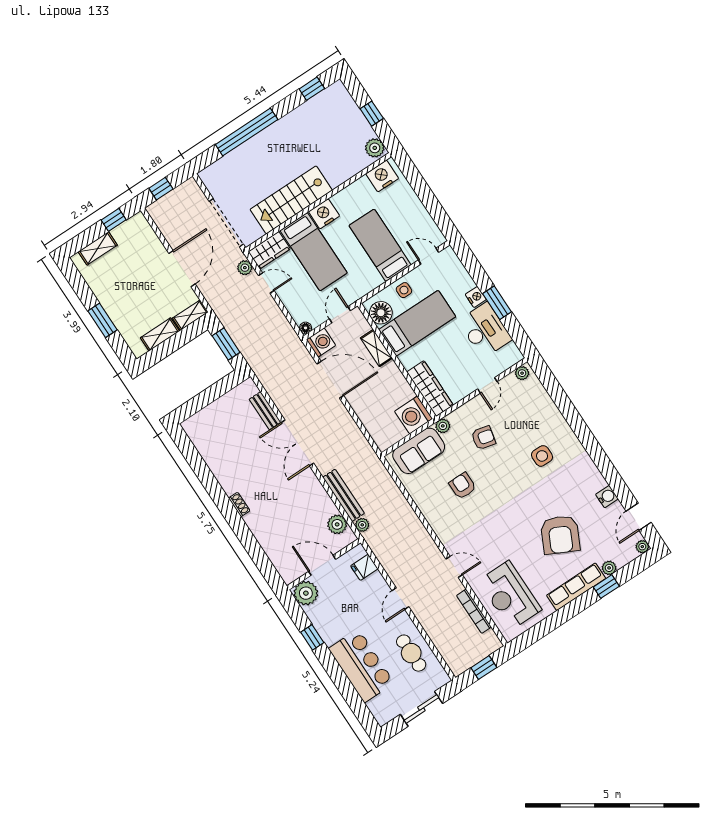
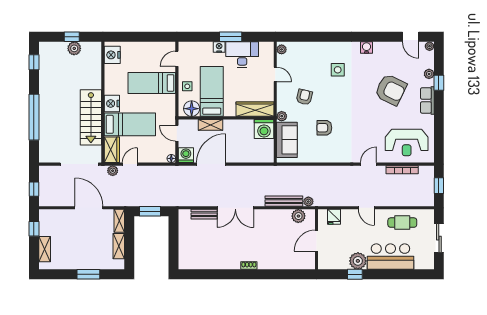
plant: (375, 148) -> (74, 48), moved
water cooler: (607, 497) -> (366, 48), moved
row of seats: (576, 587) -> (427, 100), width x0.68
plant: (306, 593) -> (358, 261), moved

